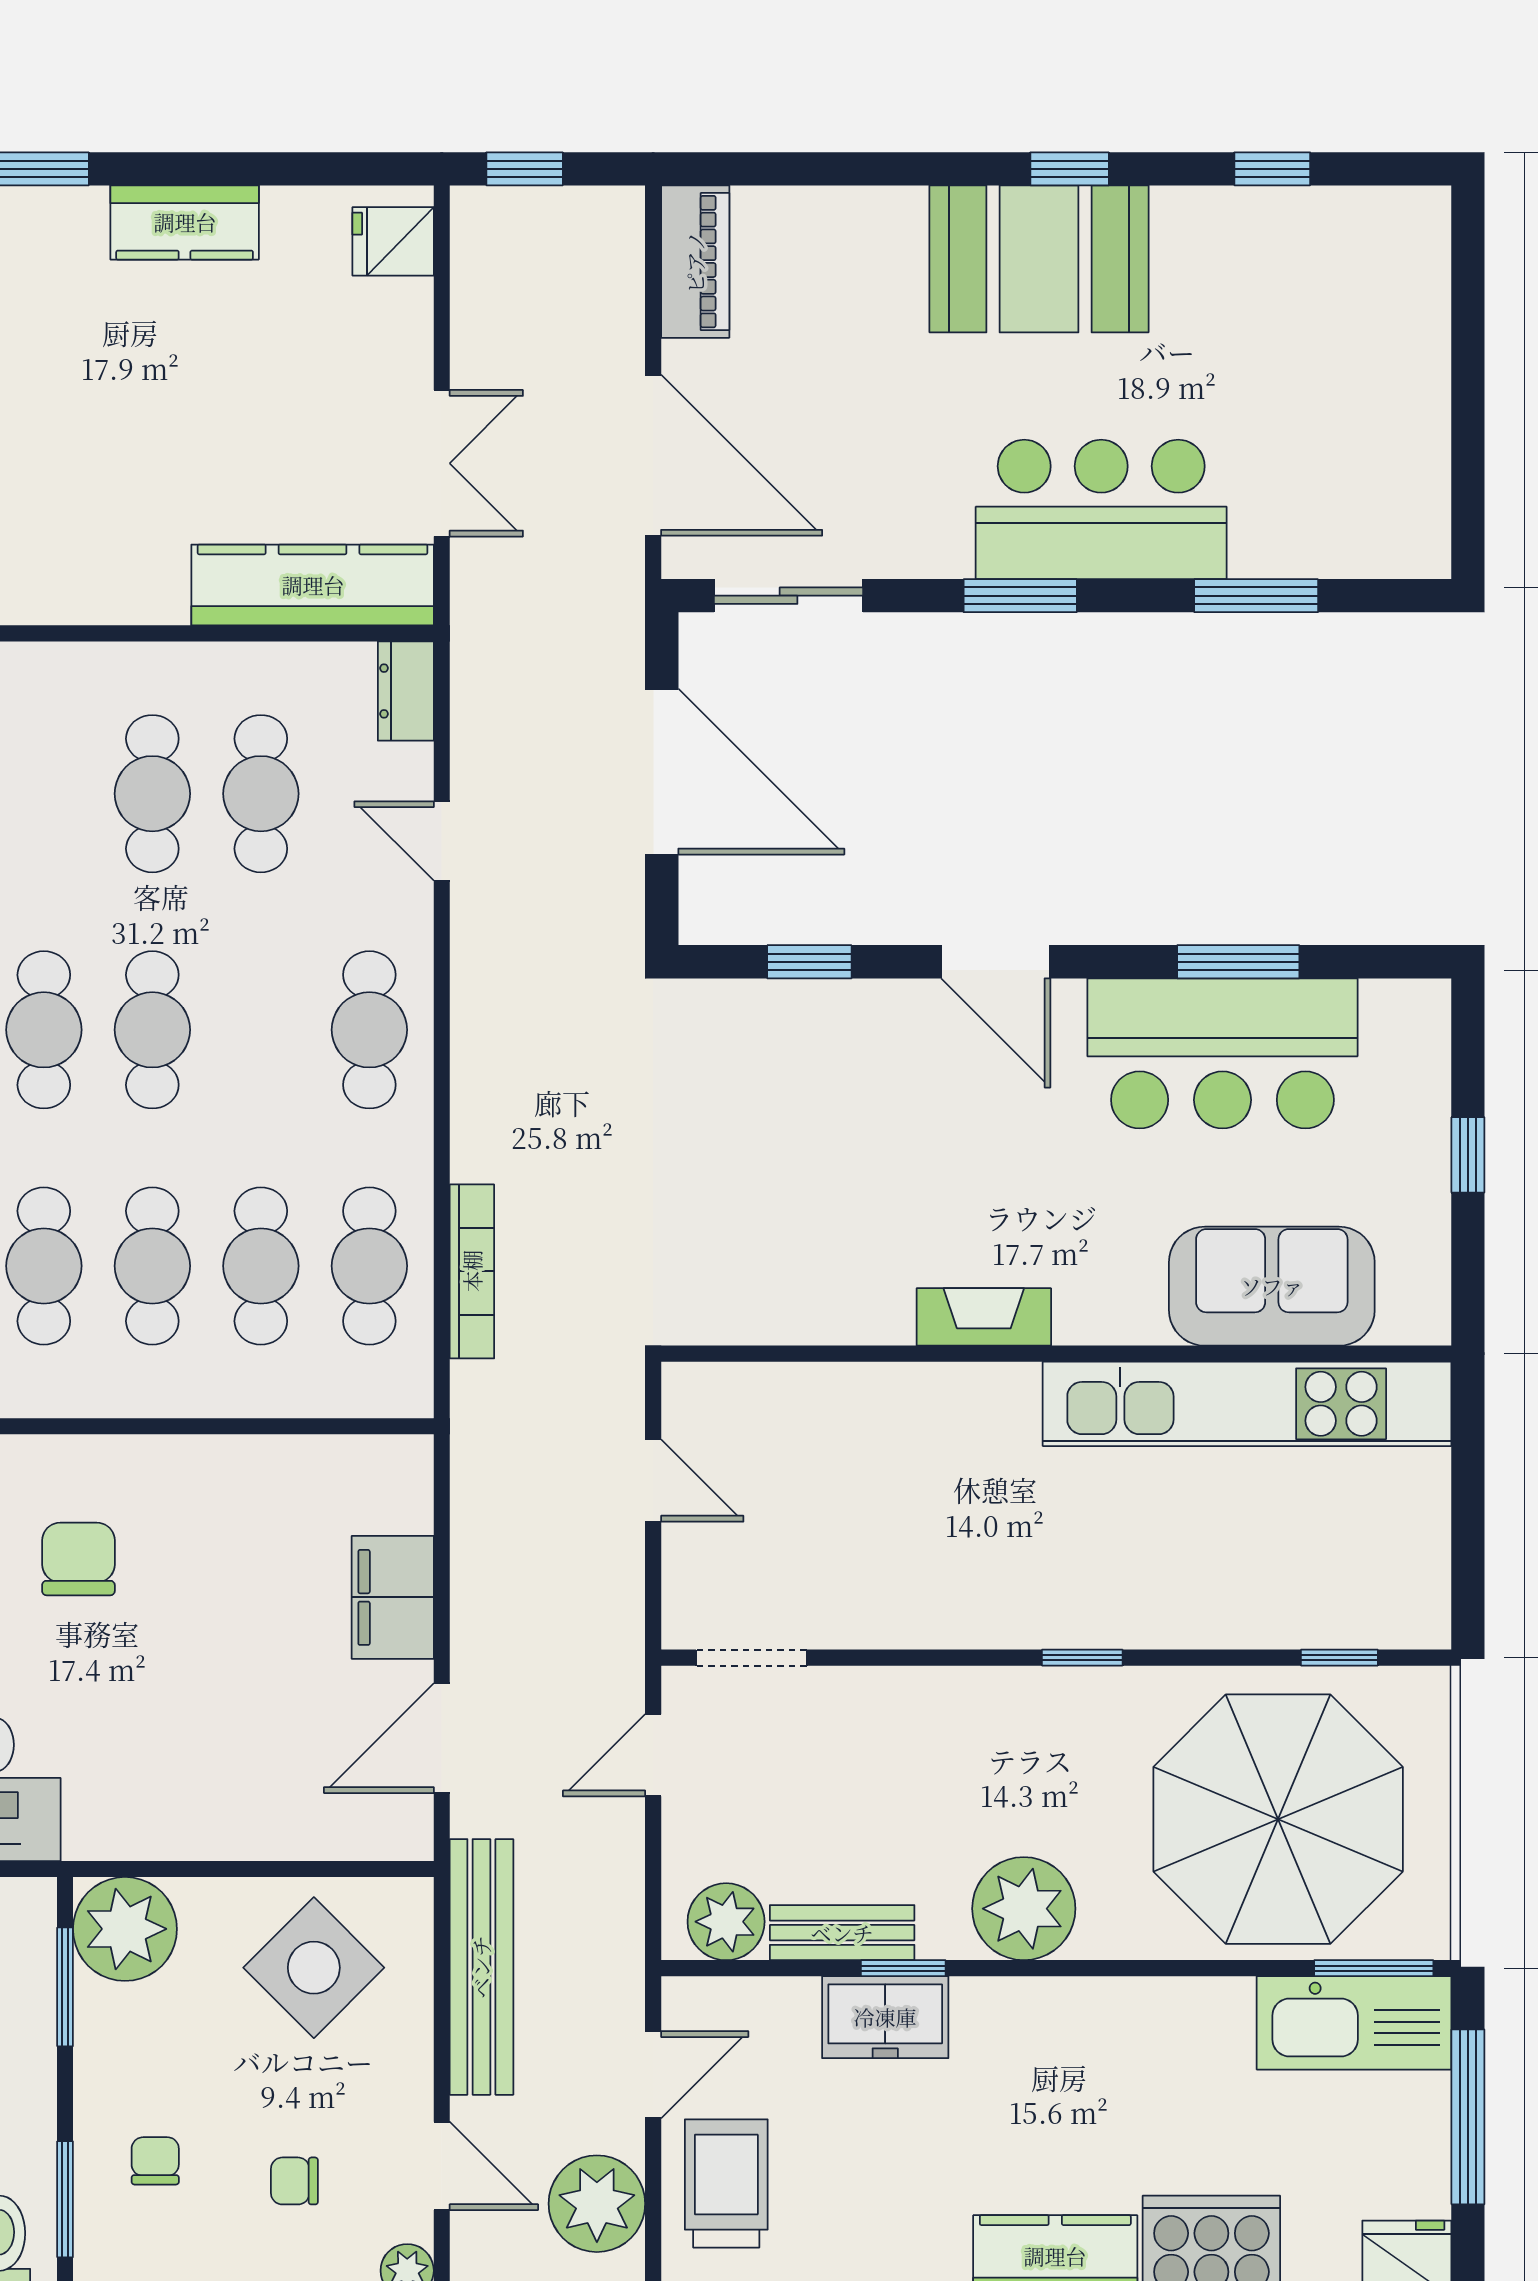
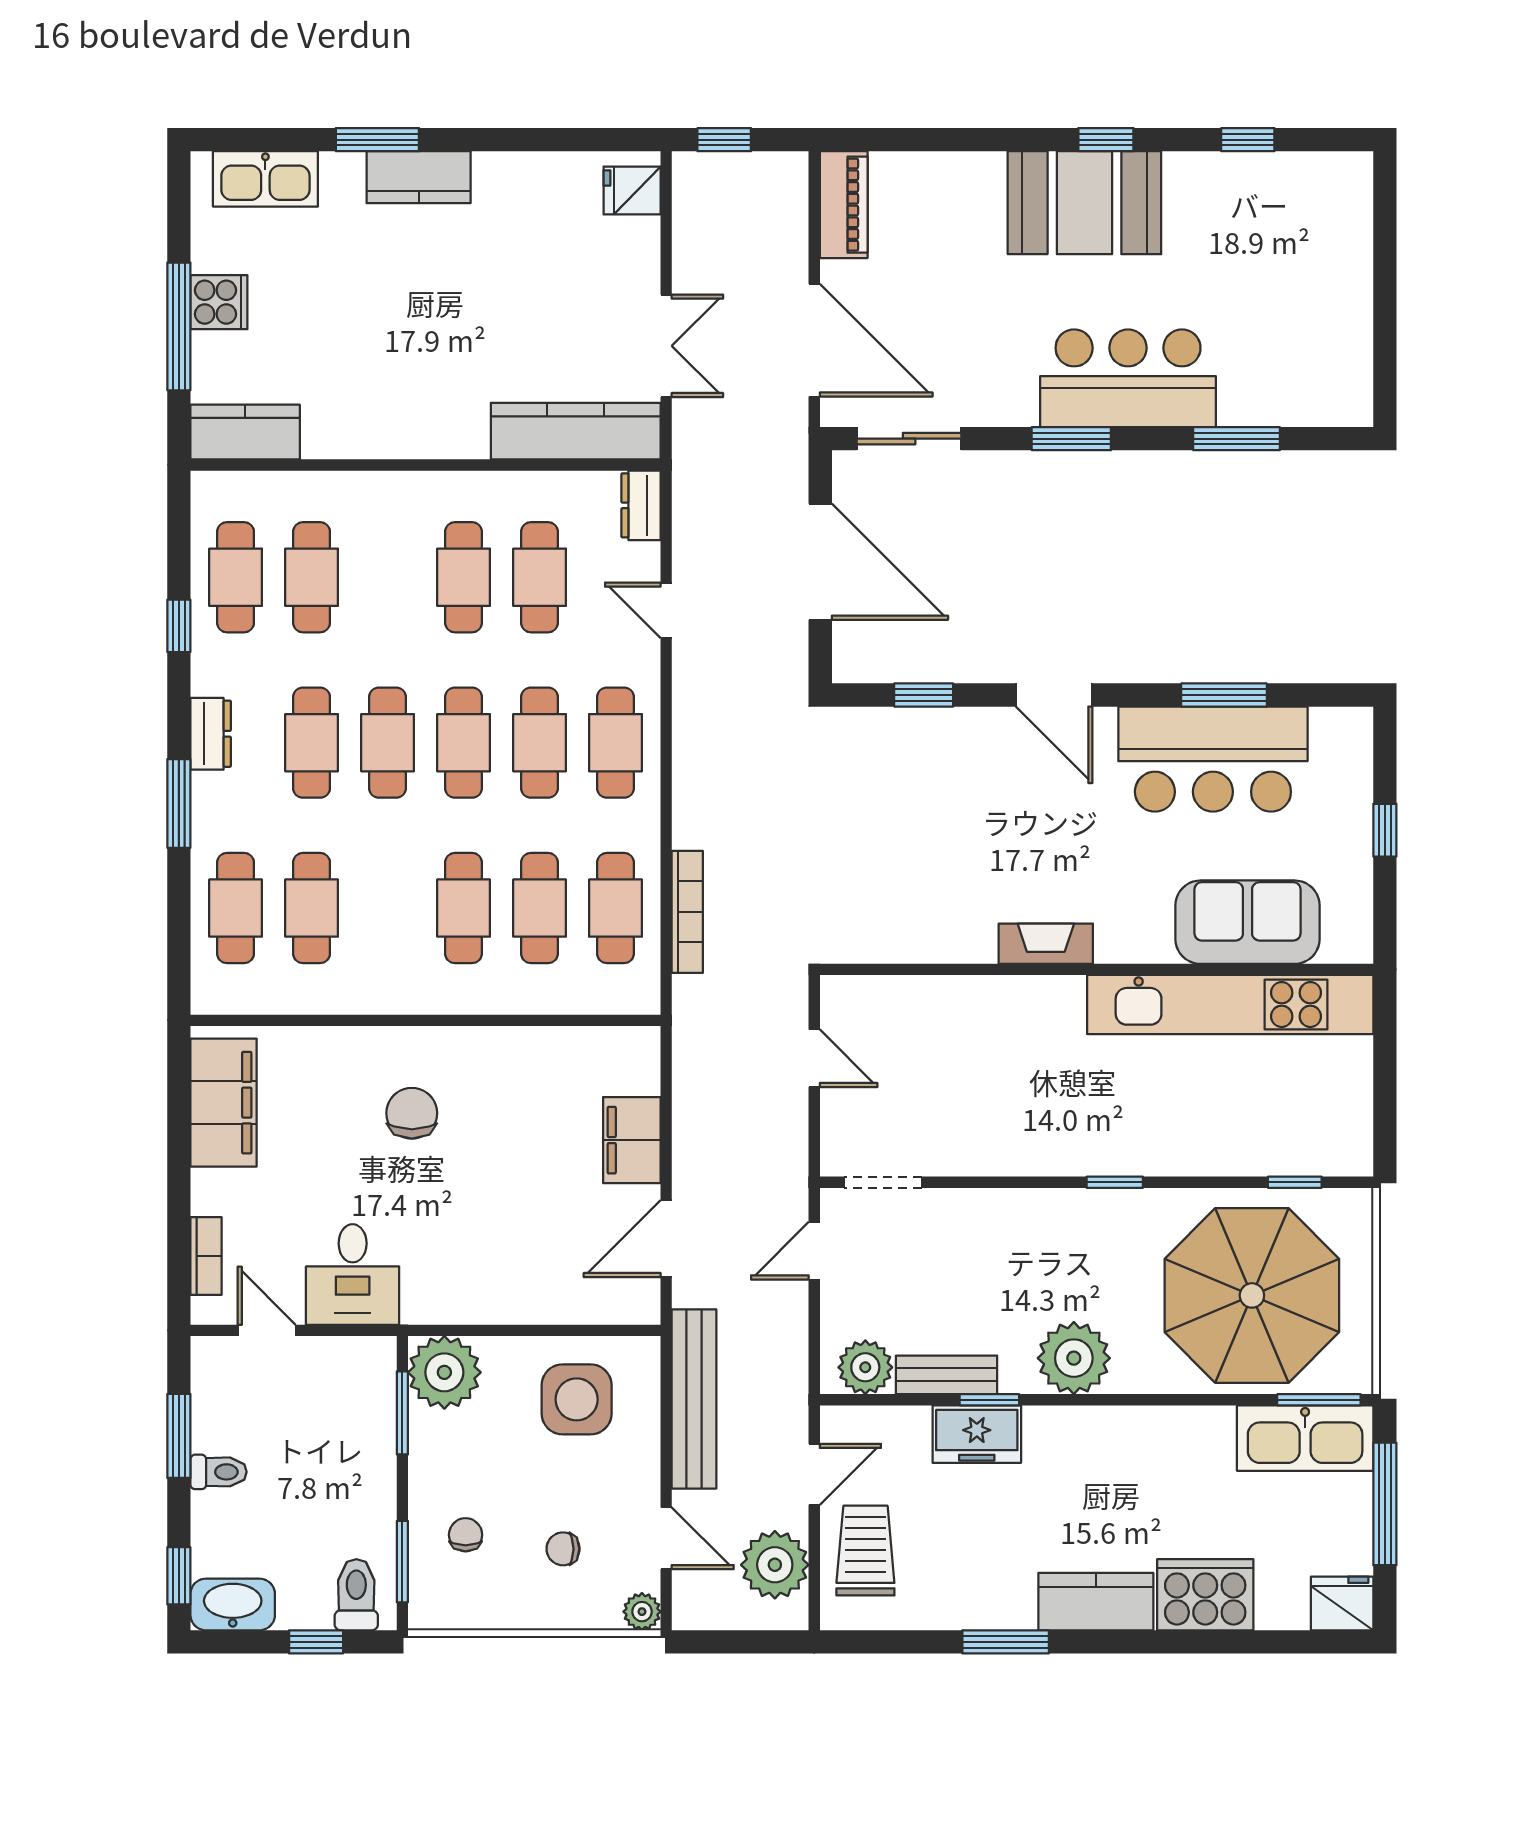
kitchen counter: (185, 222) -> (419, 177), moved
cafe table: (44, 1266) -> (540, 743), moved
side table: (314, 1968) -> (577, 1399), turned 45

